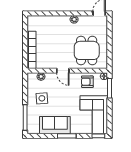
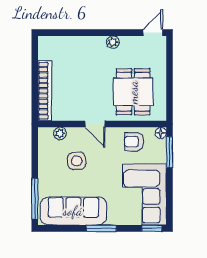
side table: (42, 98) -> (77, 161), moved
sofa: (55, 125) -> (73, 211), width x1.36

